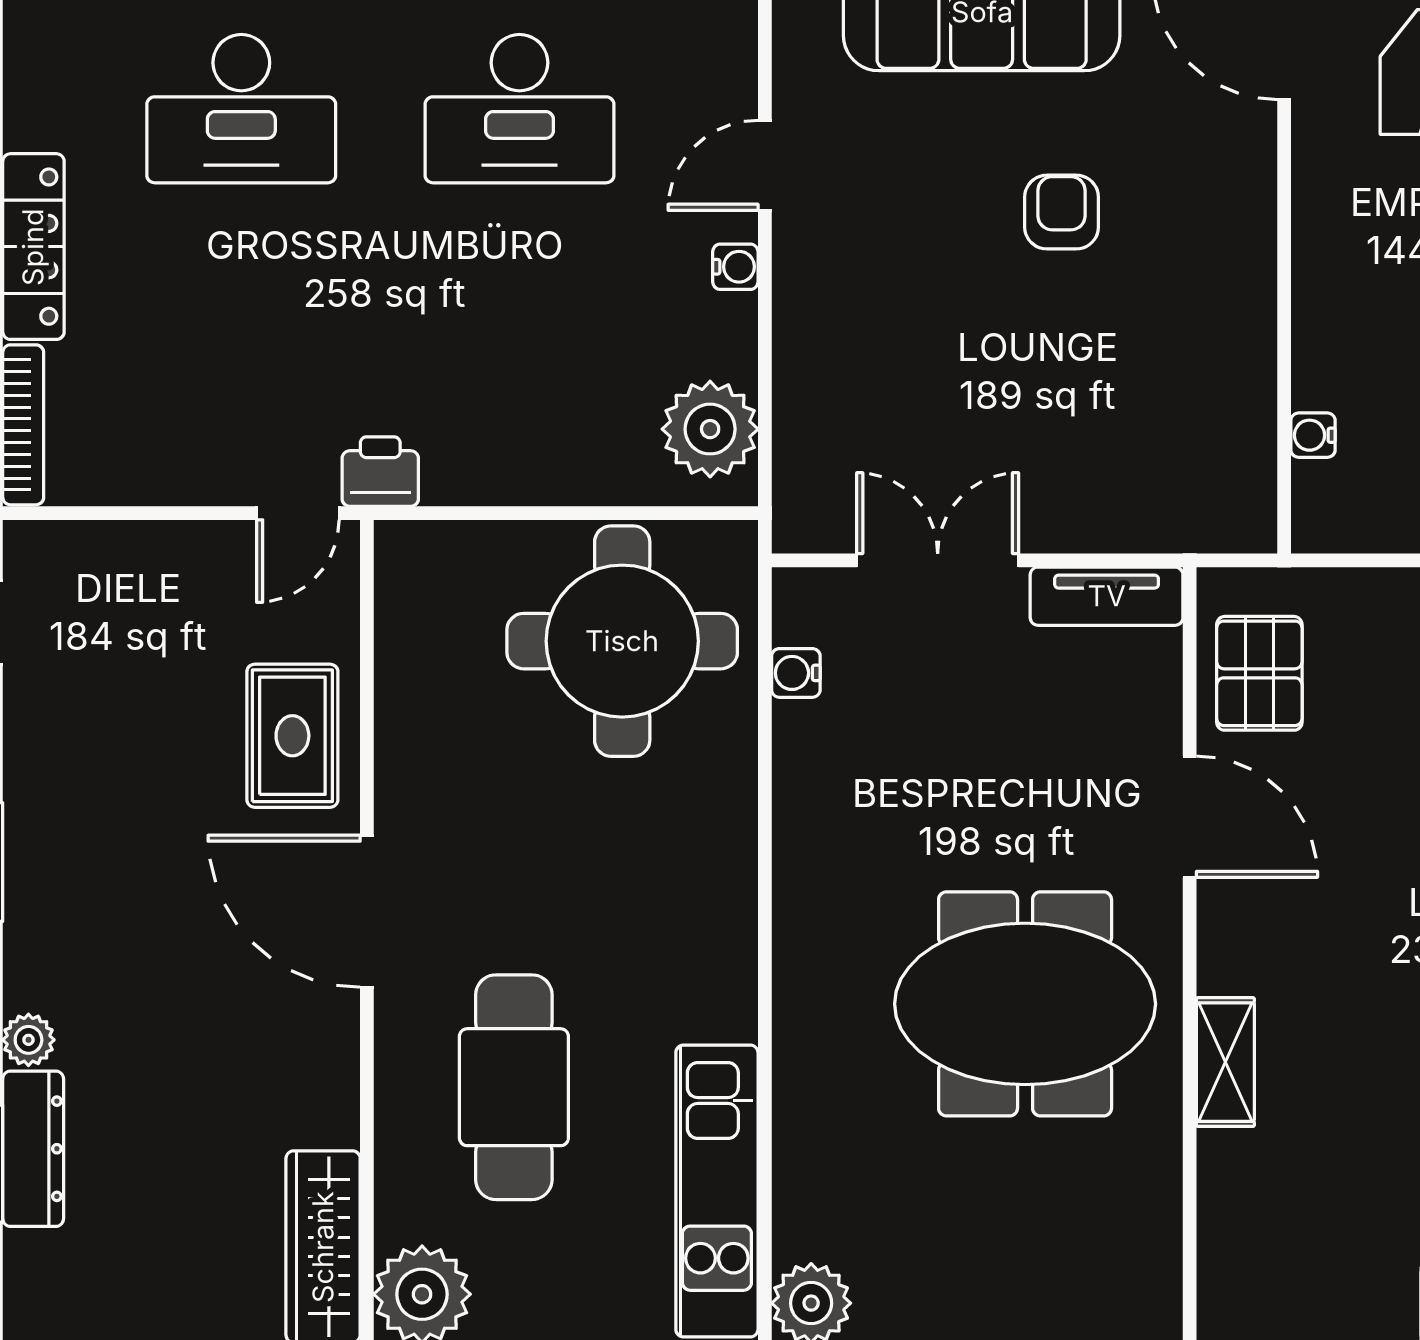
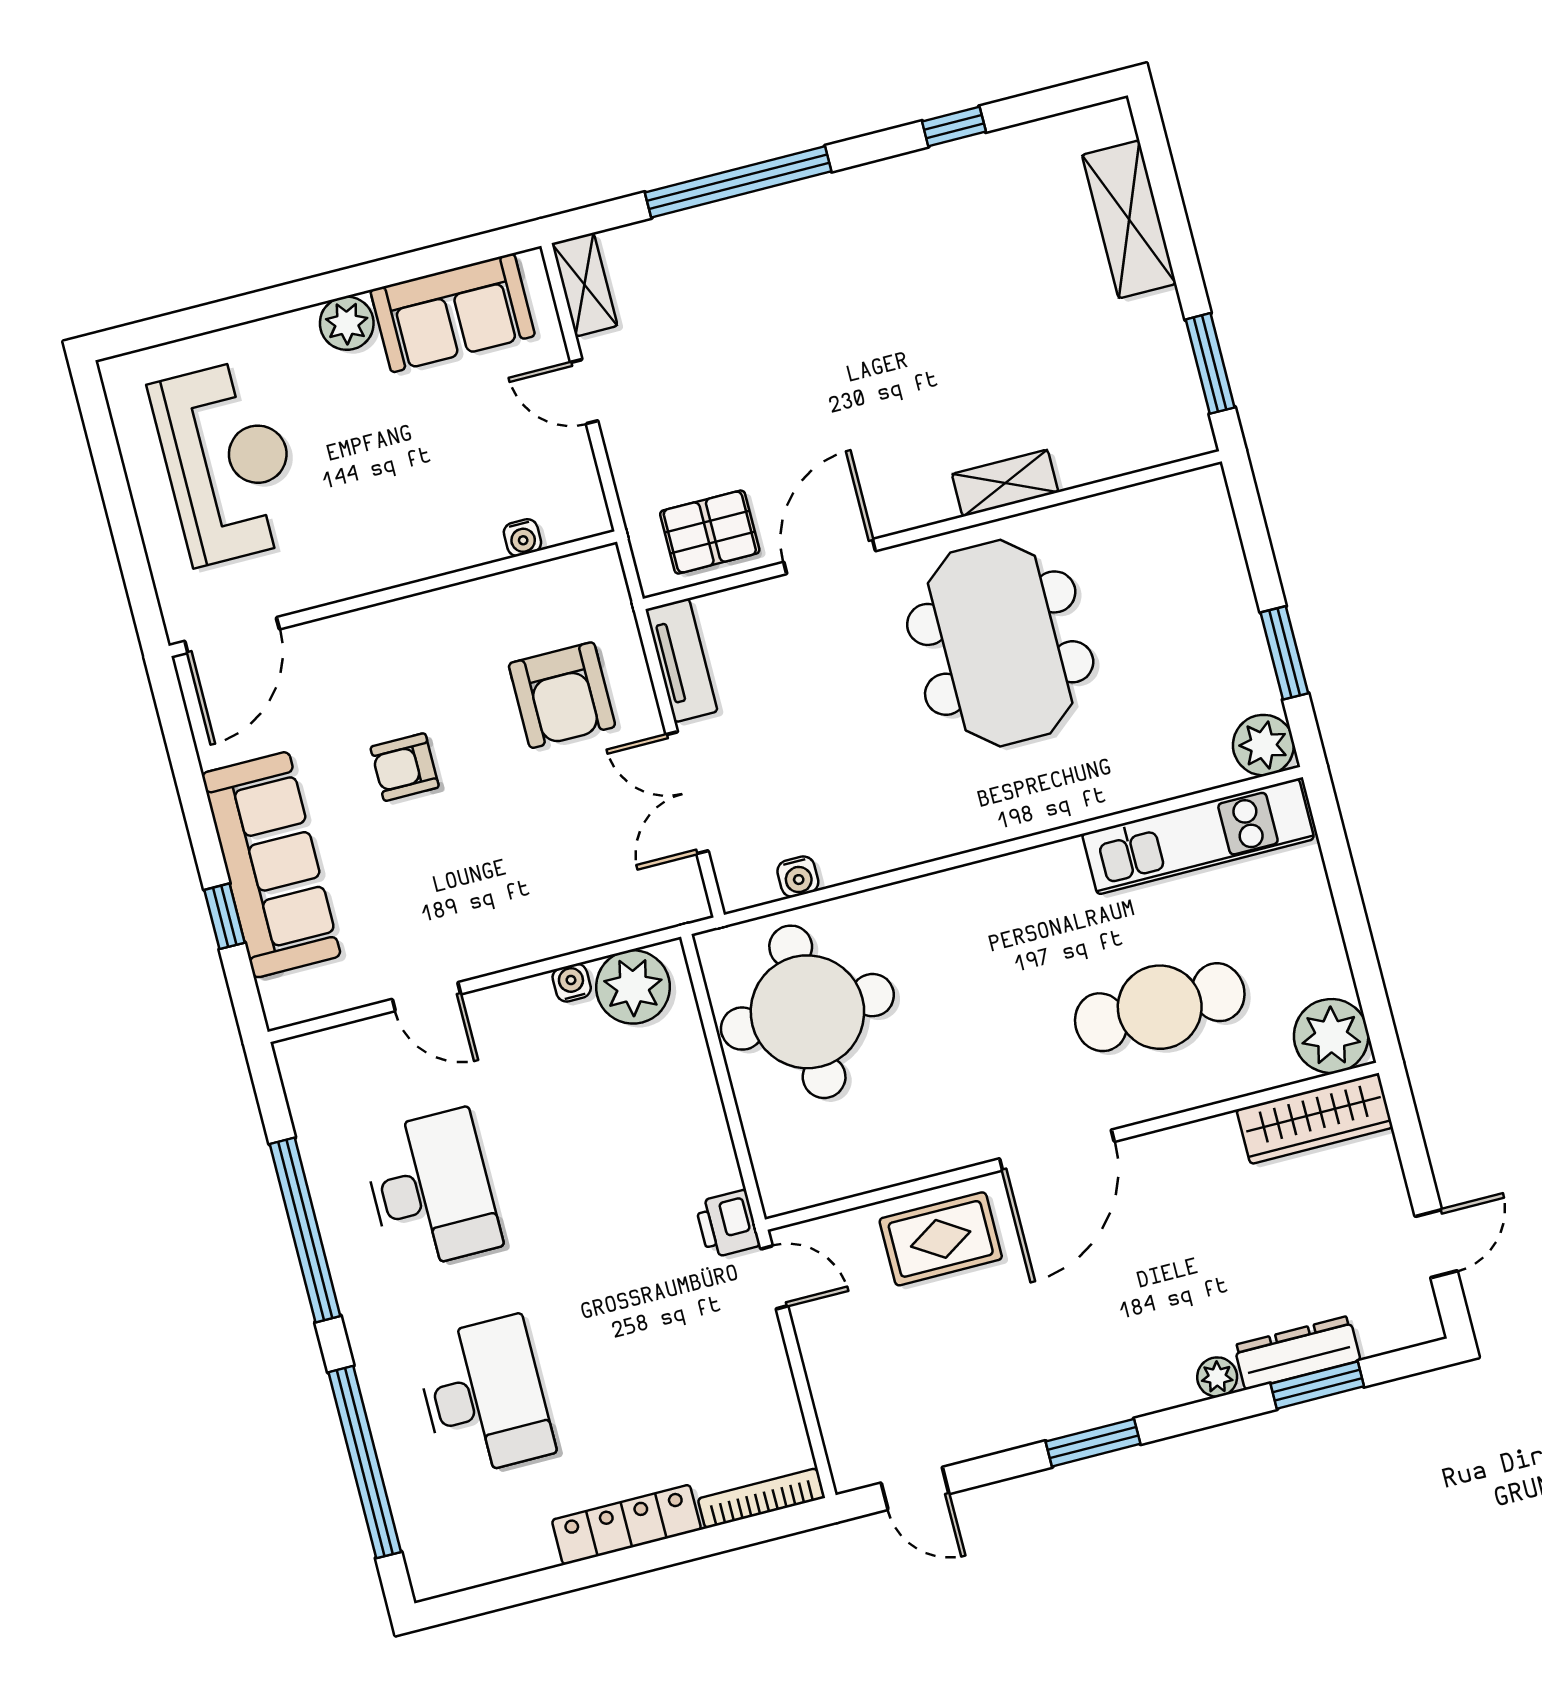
water cooler: (735, 267) -> (572, 983), moved
armchair: (1101, 434) -> (562, 695), added

